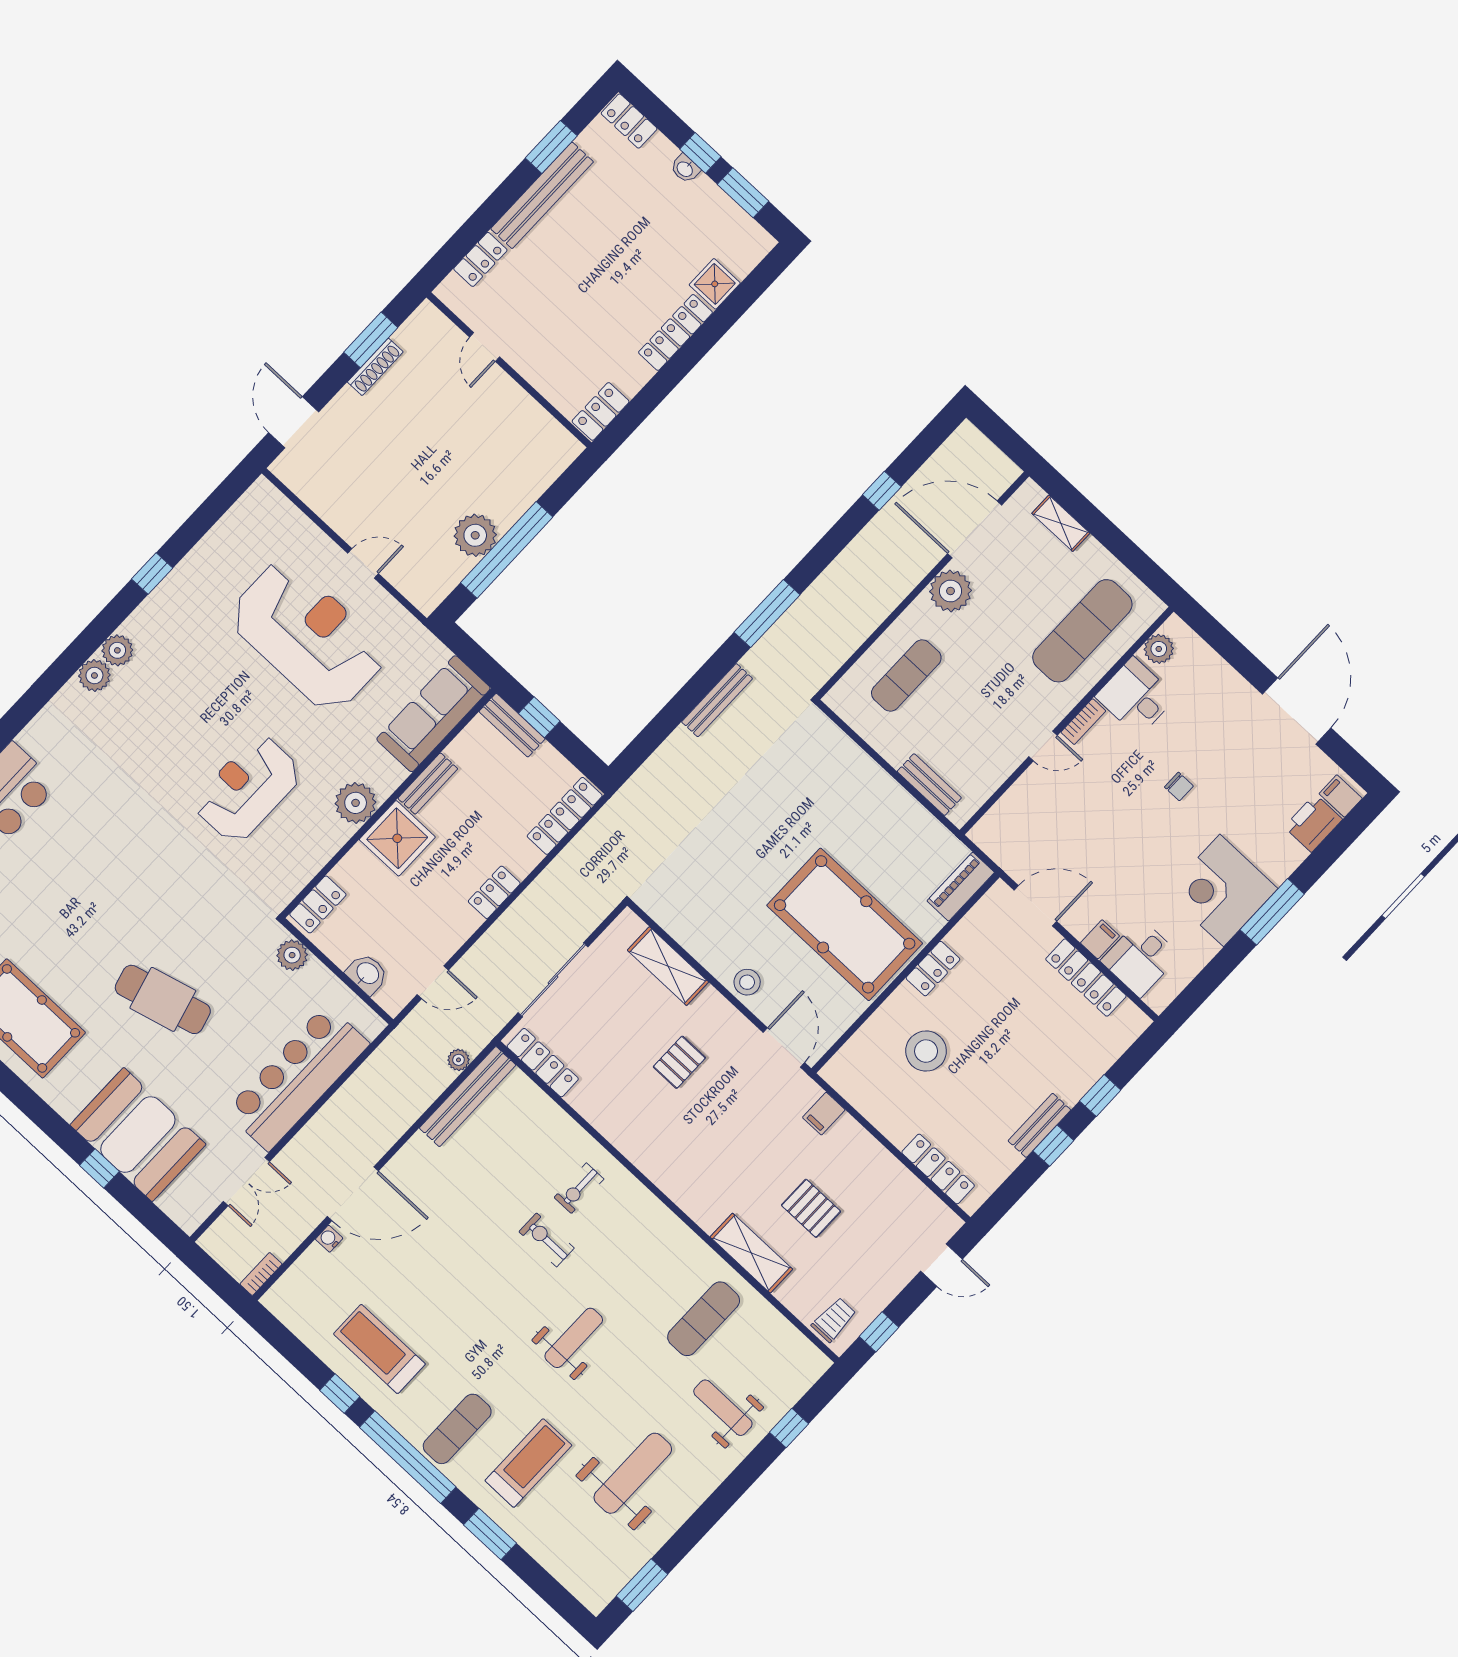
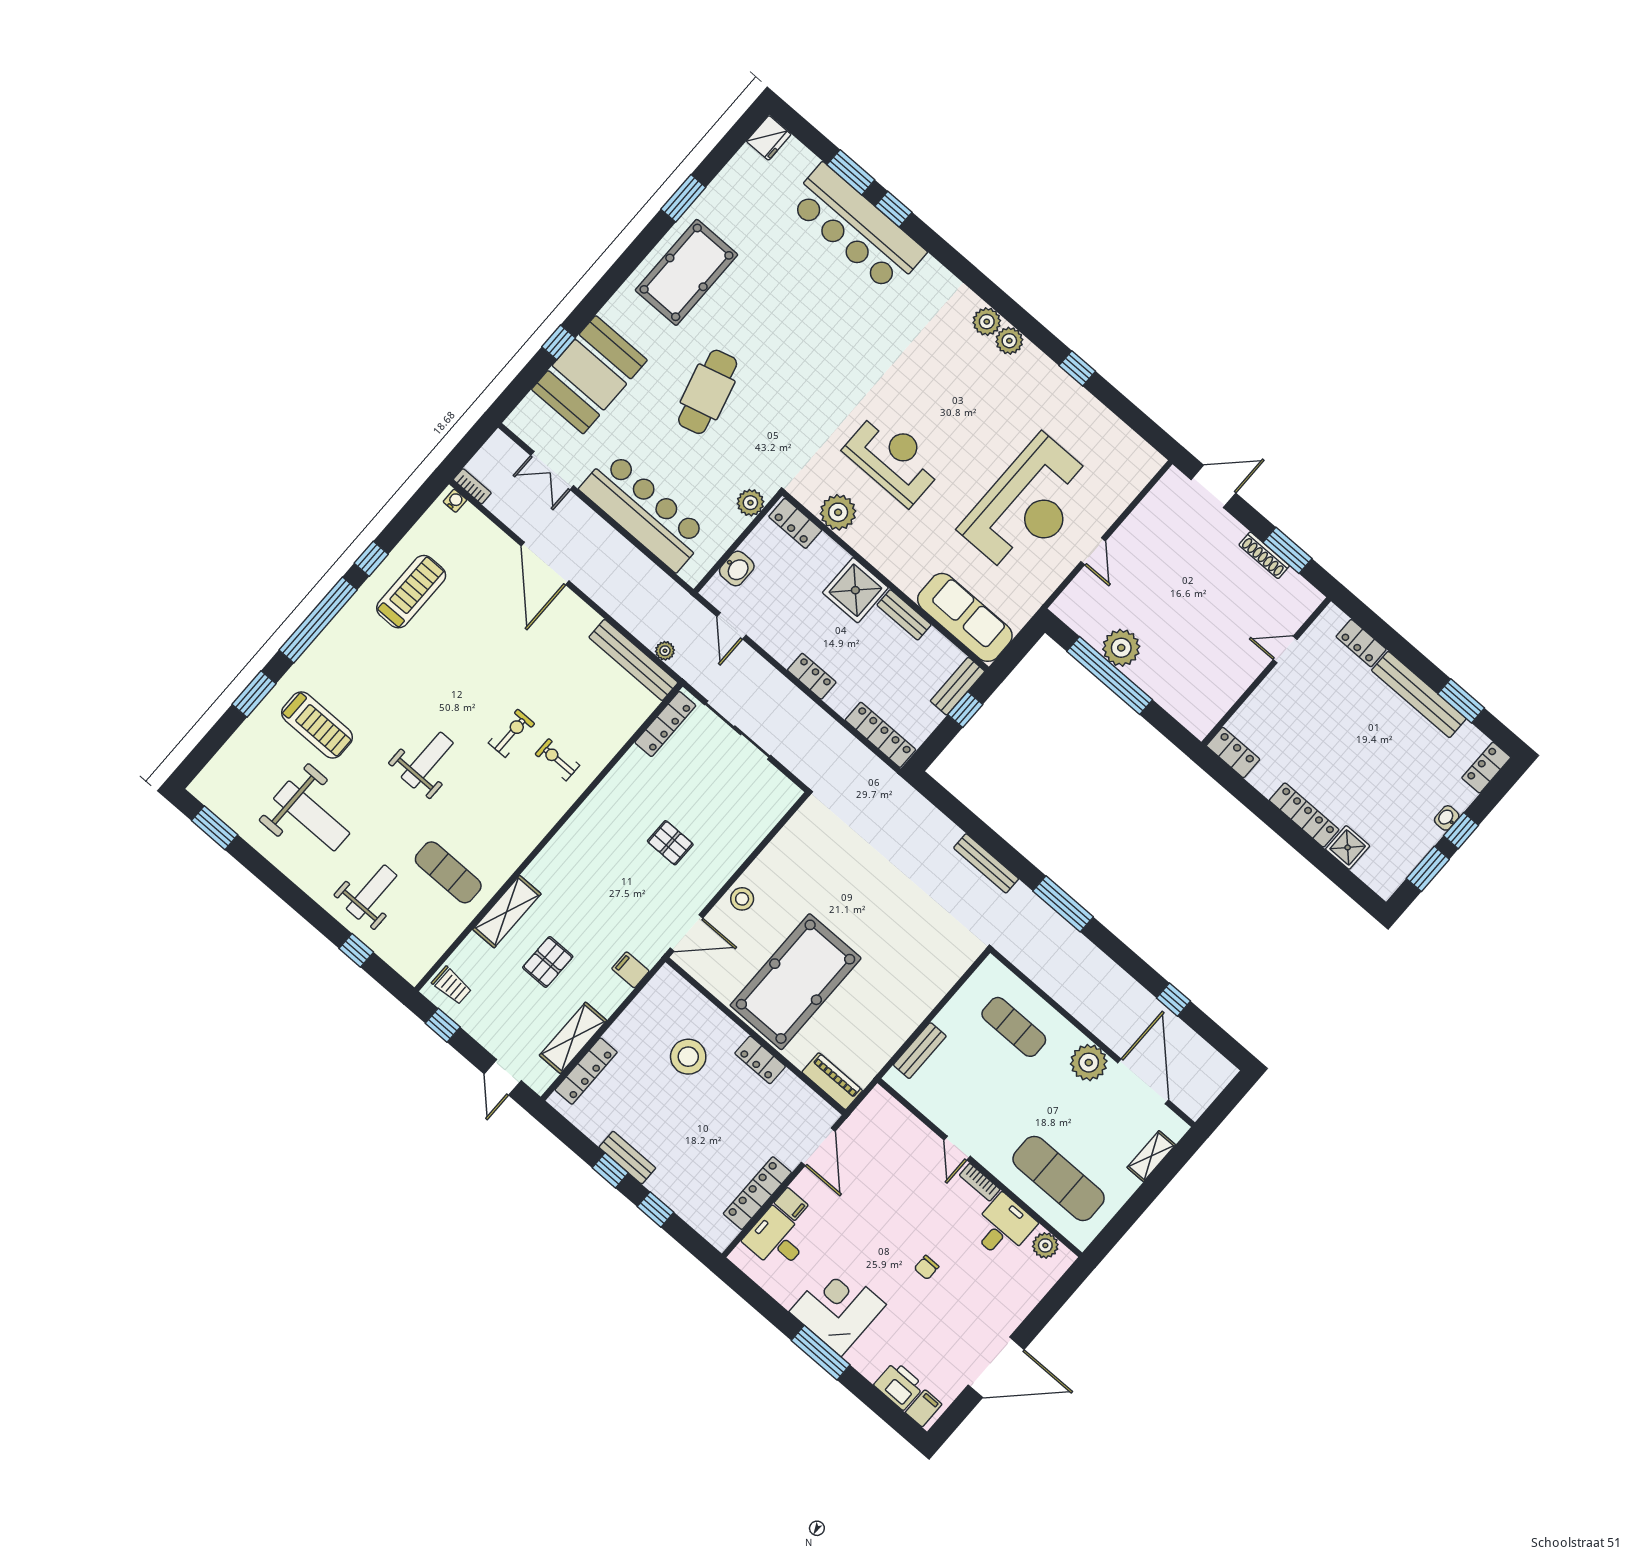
plant: (356, 803) -> (838, 512), moved
shelving: (668, 966) -> (573, 1038), moved
water cooler: (329, 1239) -> (455, 501), moved
weight bench: (574, 1338) -> (427, 760), turned -90
exercise mat: (457, 1429) -> (344, 662), removed

